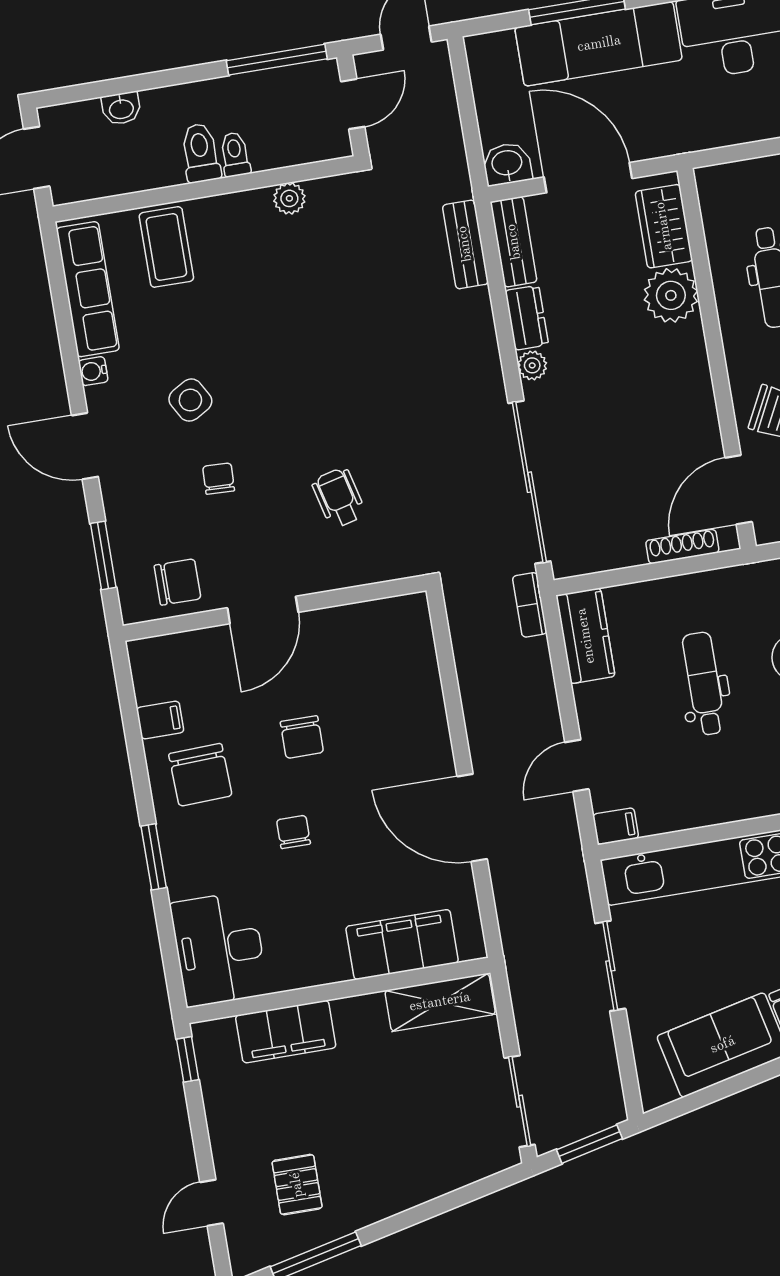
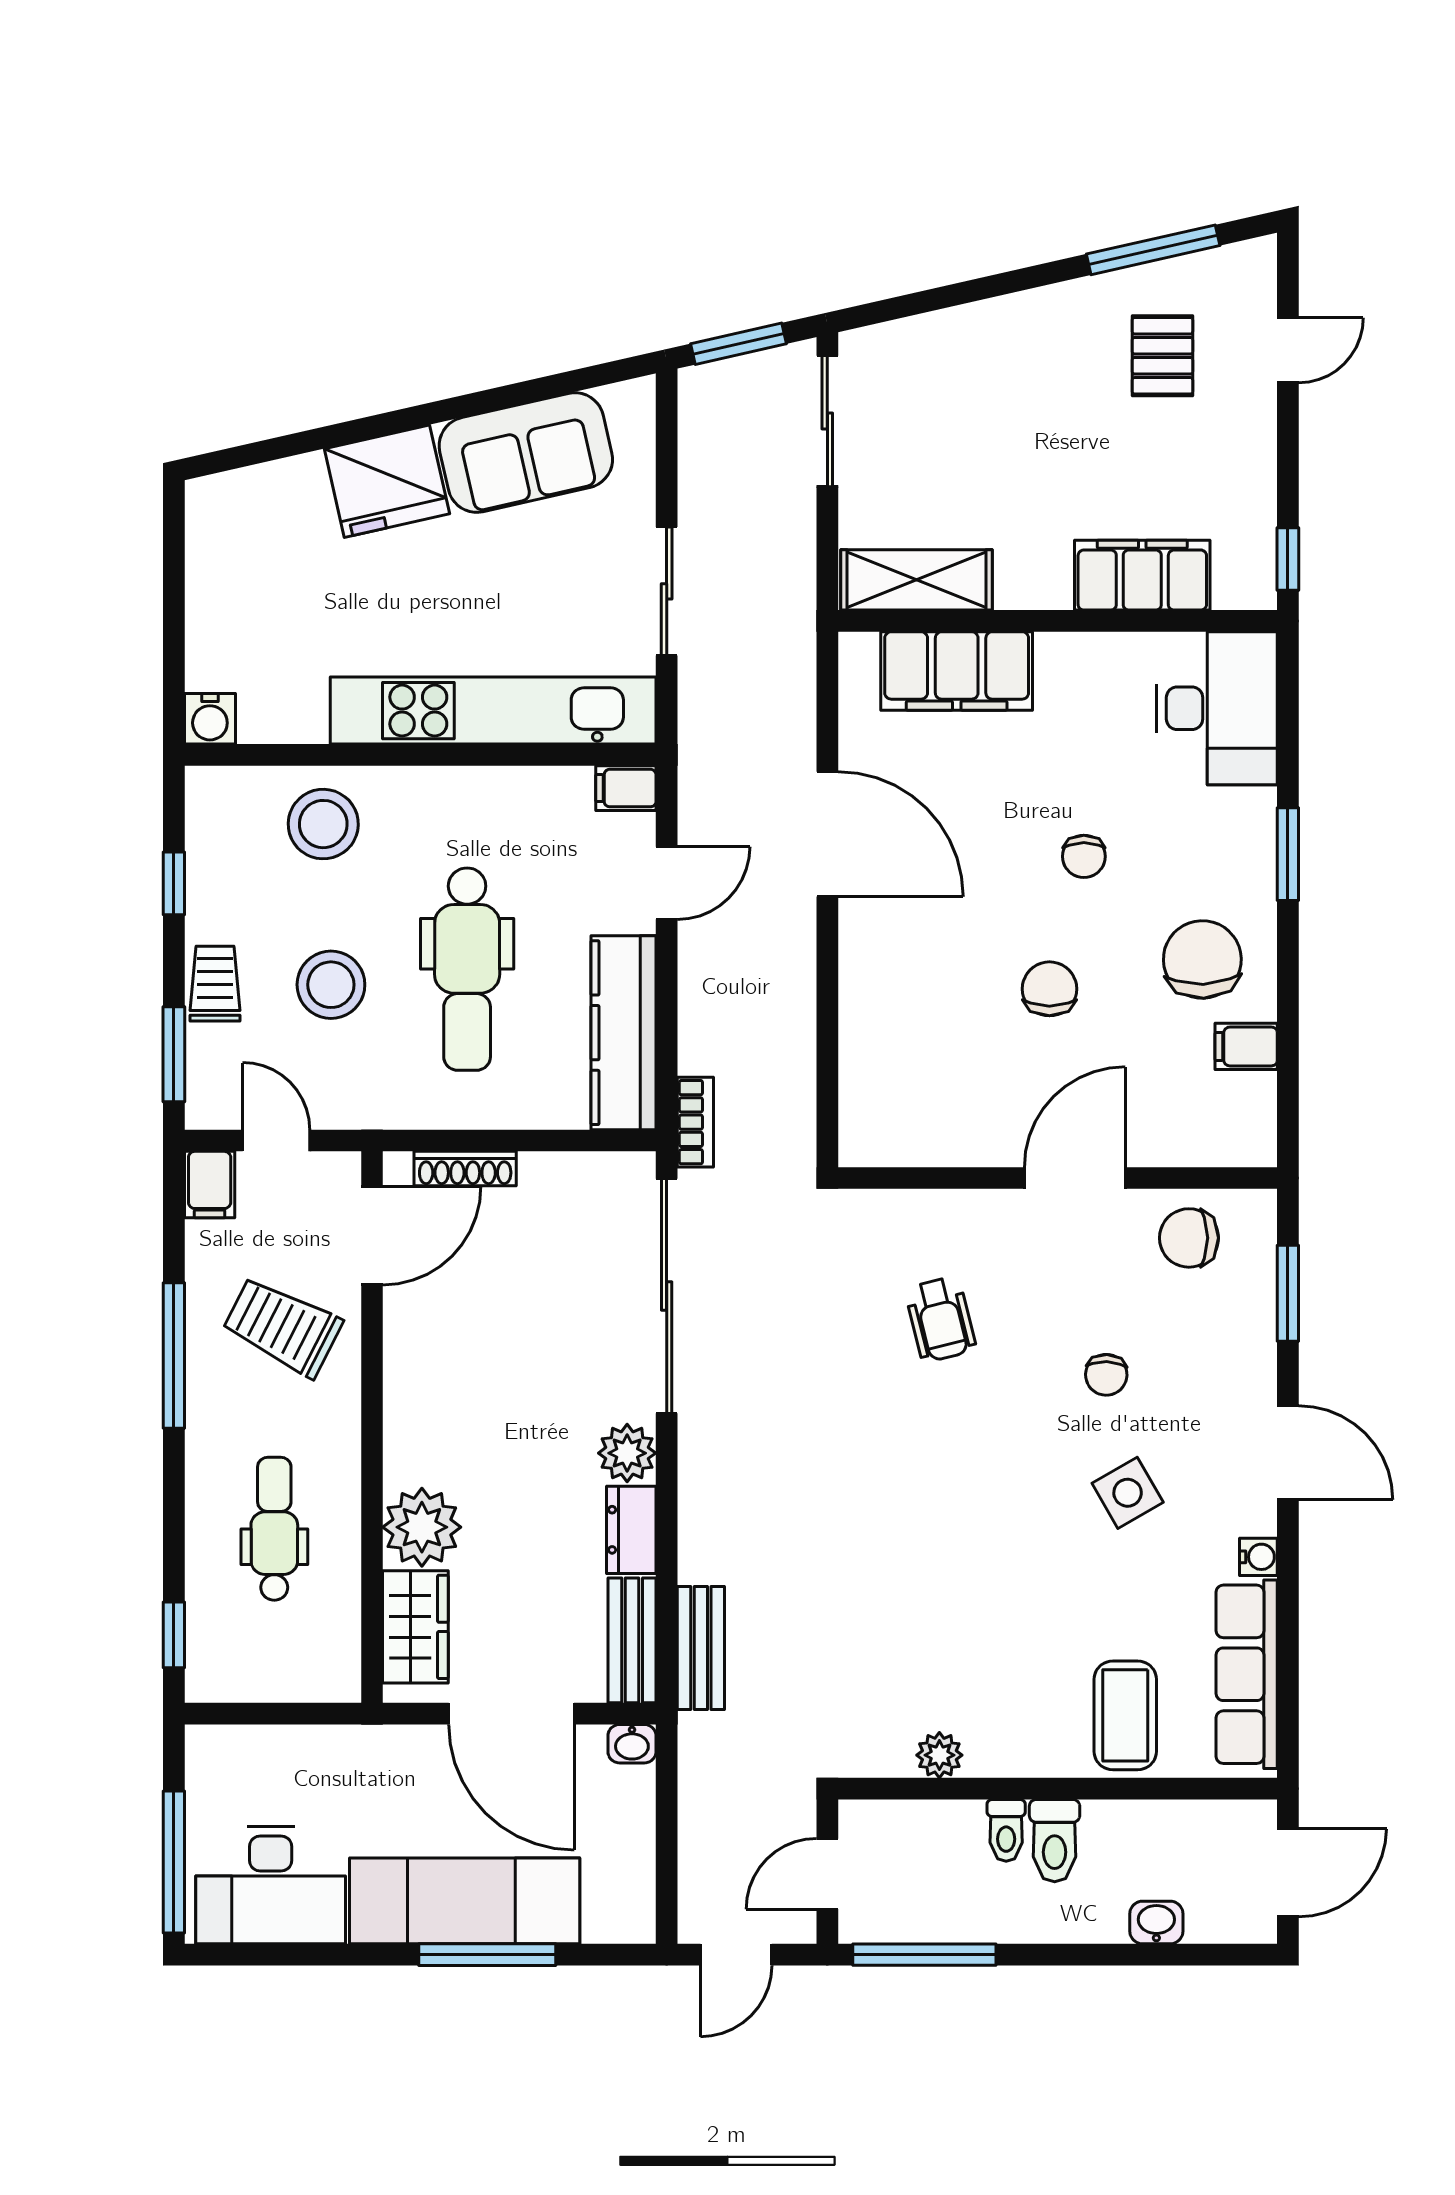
washbasin: (507, 164) -> (632, 1744), width x0.72, depth x0.69
plant: (532, 365) -> (627, 1453), width x1.38, depth x1.38
kitchen counter: (586, 636) -> (624, 1033), width x1.50
dental chair: (704, 684) -> (467, 969), width x1.36, depth x1.38

